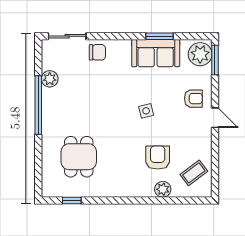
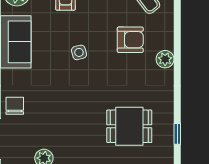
armchair: (158, 158) -> (130, 40), turned 180
plant: (163, 189) -> (165, 59), moved

